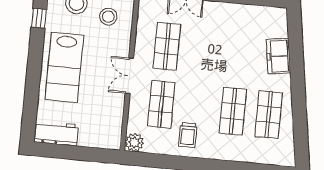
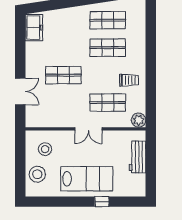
window: (39, 18) -> (102, 202), moved
shop shelf: (167, 46) -> (63, 75), moved
freezer: (278, 56) -> (34, 28), moved, turned -81
workbench: (56, 133) -> (137, 157), moved

